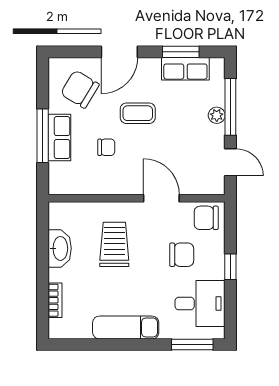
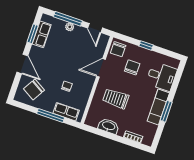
coffee table: (138, 113) -> (55, 65), removed
row of seats: (59, 138) -> (66, 112), moved
door: (230, 162) -> (95, 28), swing flipped
desk: (200, 304) -> (161, 76), moved, turned 90
window: (192, 345) -> (166, 111), moved

